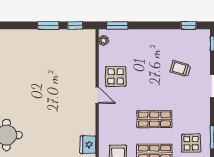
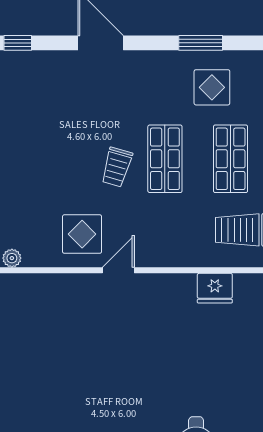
trolley: (180, 69) -> (117, 167), moved

